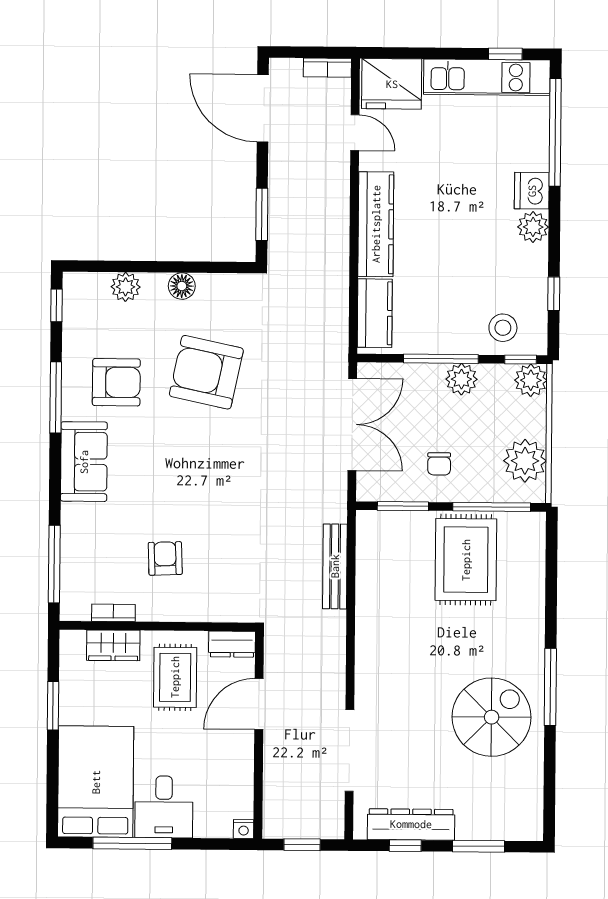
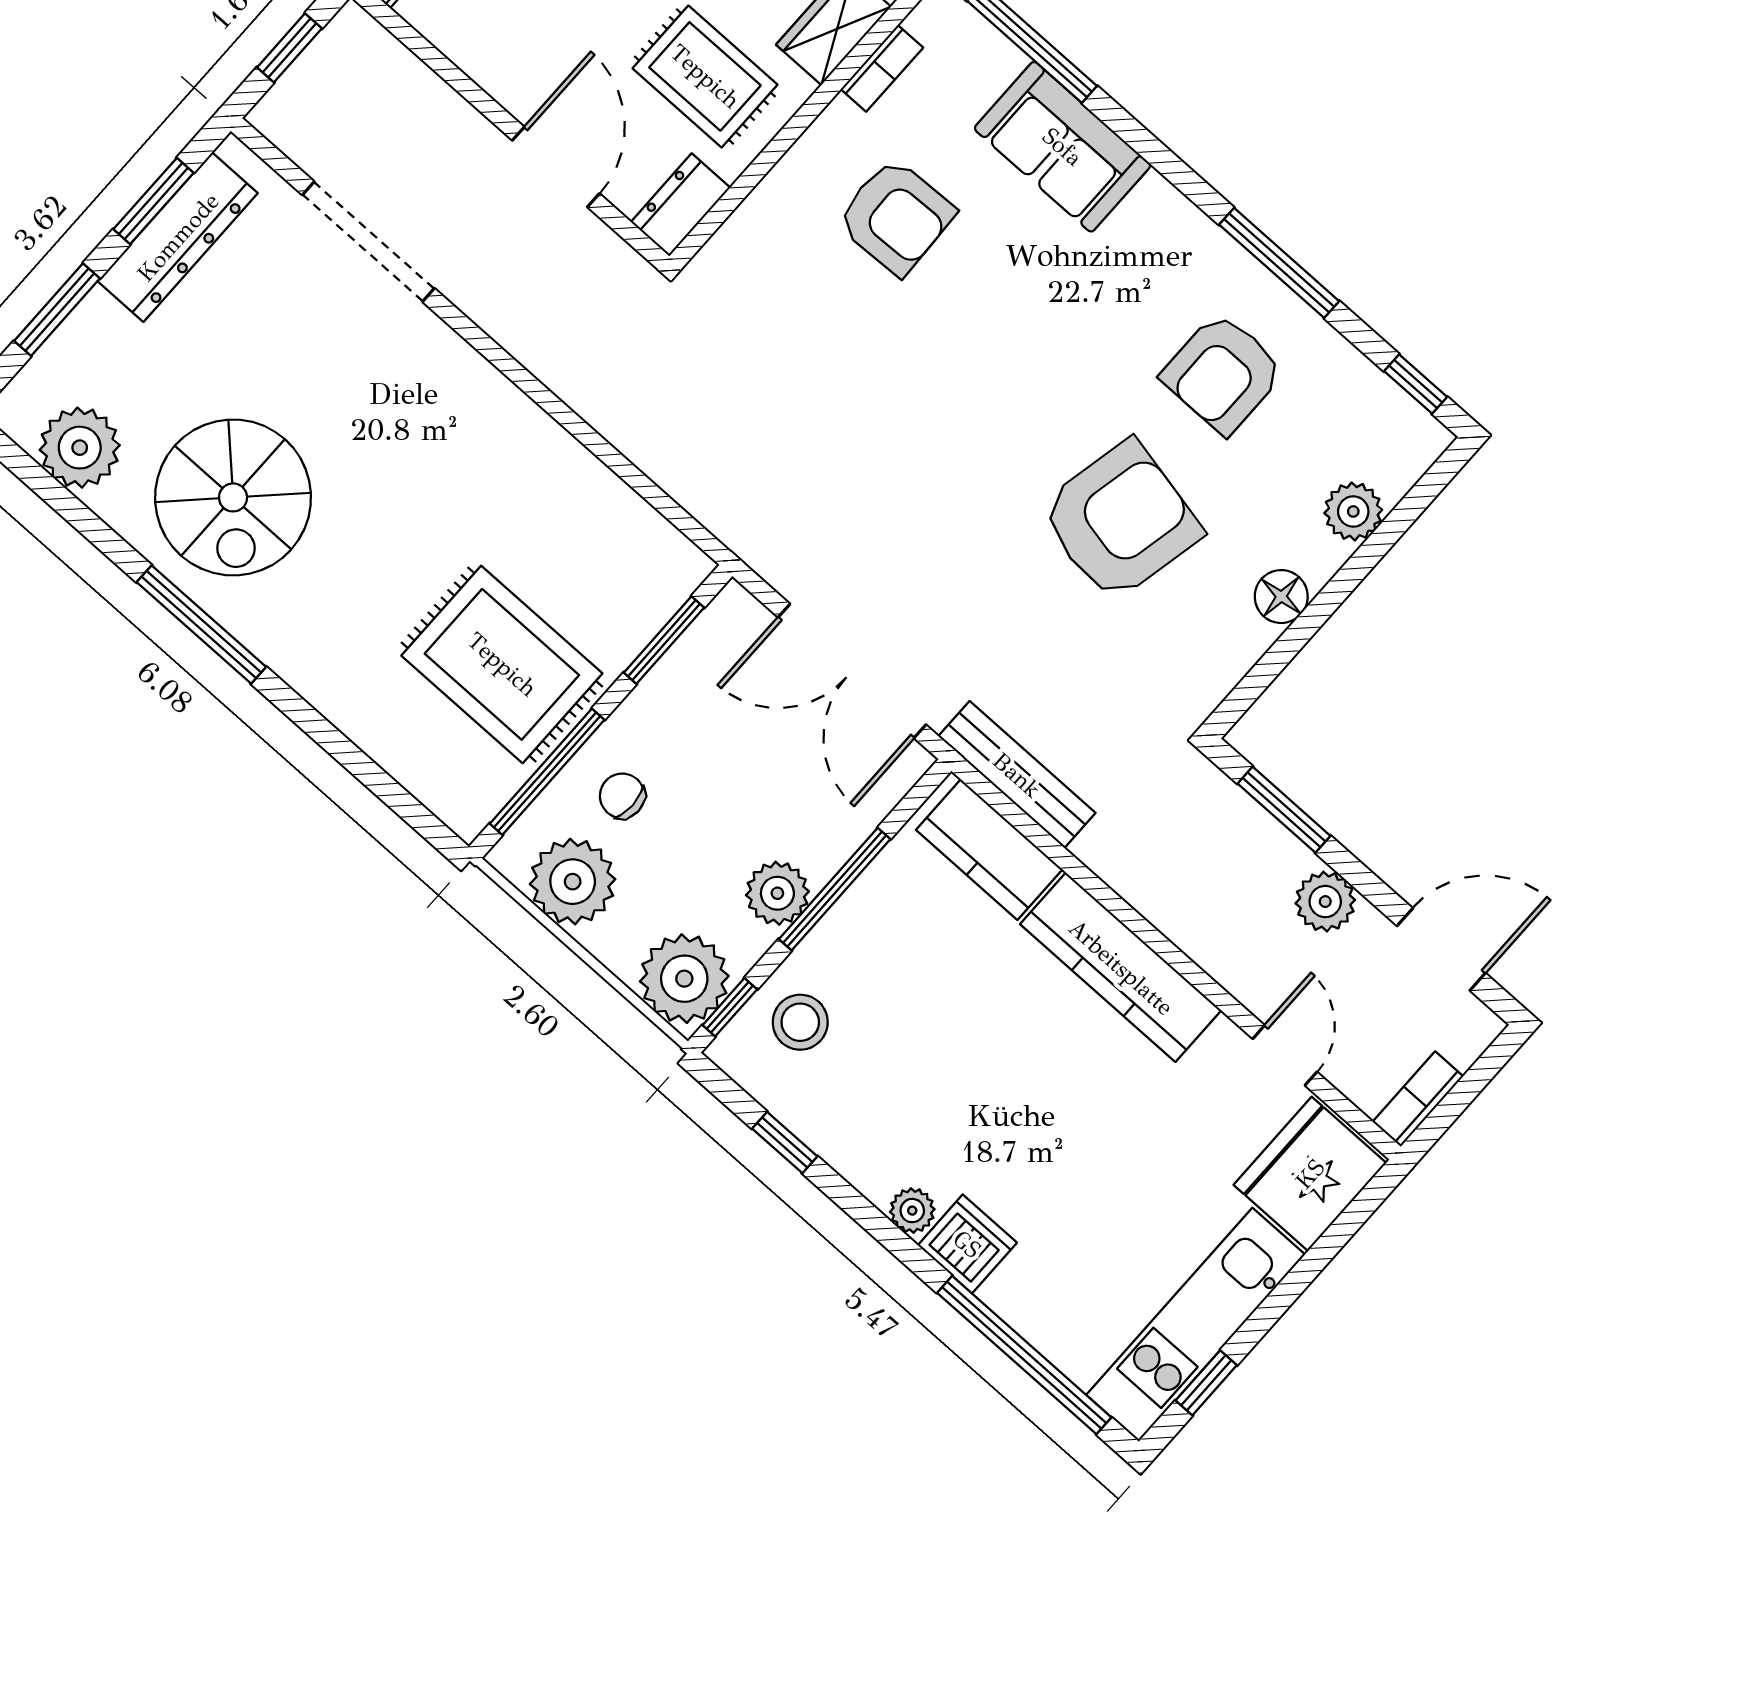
door: (263, 108) -> (1441, 949), width x0.73
door: (355, 133) -> (1285, 1055), swing flipped
plant: (283, 168) -> (1325, 902), added
plant: (533, 227) -> (912, 1211), width x0.73, depth x0.73
plant: (531, 380) -> (684, 979), width x1.36, depth x1.36
sofa: (84, 462) -> (1063, 147), moved
chair: (439, 464) -> (622, 796), moved
armchair: (165, 558) -> (896, 217), width x1.38, depth x1.38
bench: (335, 566) -> (1017, 775), moved
plant: (523, 792) -> (80, 448), added
window: (405, 846) -> (153, 201), width x1.50

